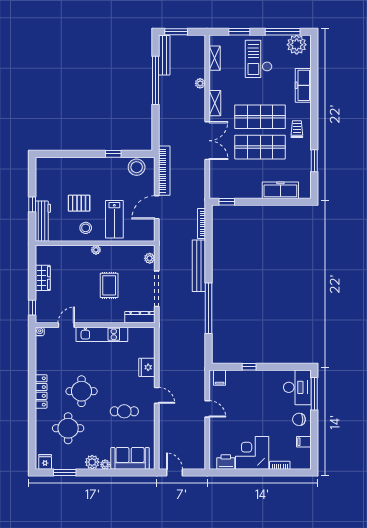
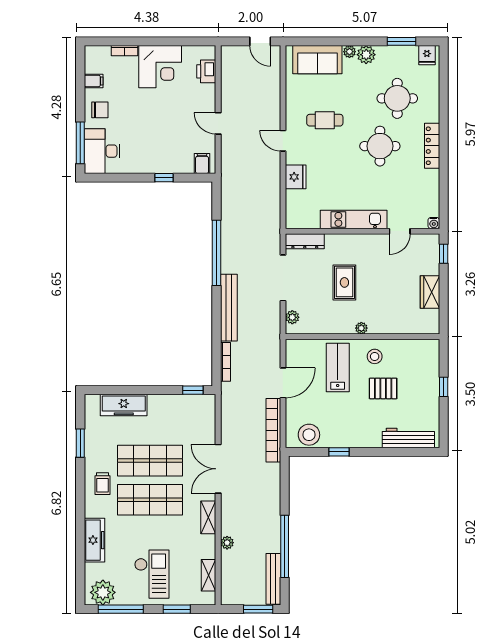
workbench: (43, 221) -> (408, 438), moved, turned 90
printer: (226, 462) -> (206, 71), moved, turned 90

